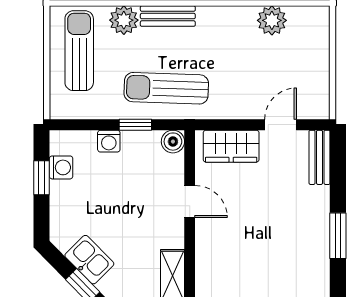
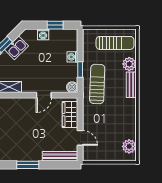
plant: (272, 20) -> (129, 146), moved
bench: (320, 157) -> (60, 156), width x1.36
washing machine: (61, 167) -> (43, 34), moved

